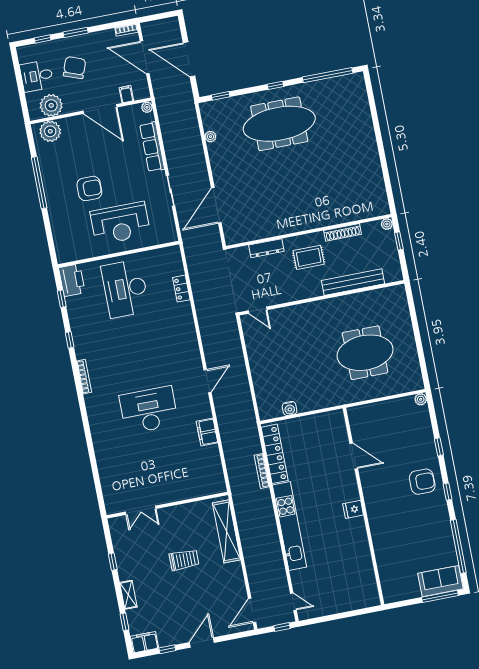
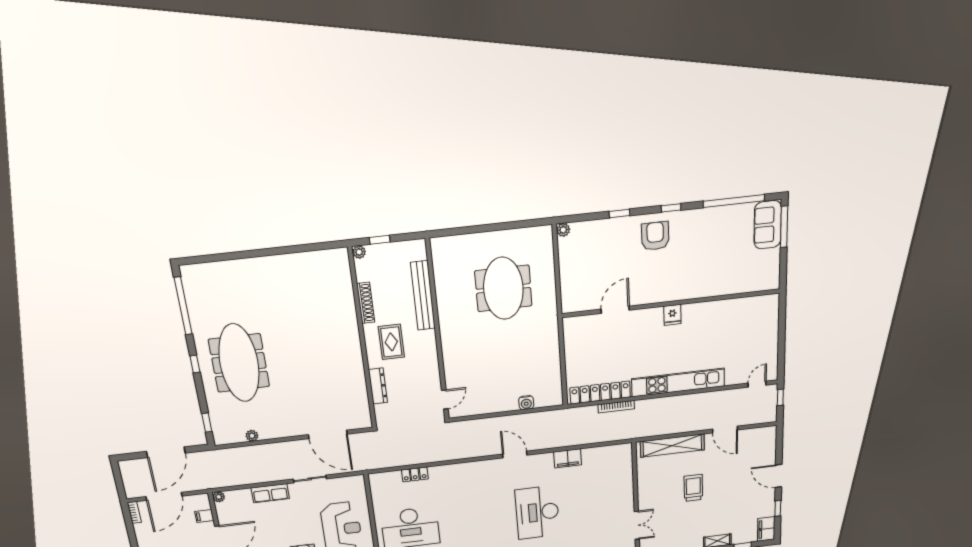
row of seats: (152, 147) -> (270, 493), width x0.68
water cooler: (290, 408) -> (526, 403), moved, turned 90
door: (252, 610) -> (725, 430), moved

